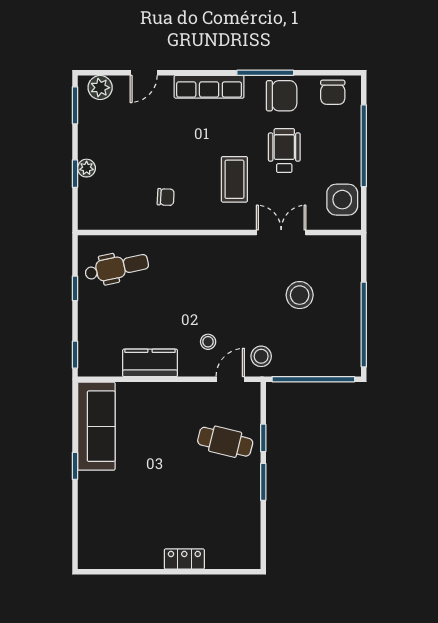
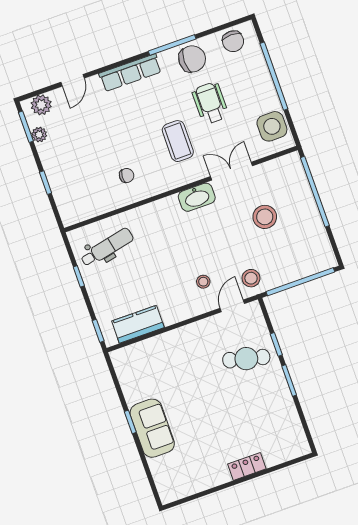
plant: (87, 168) -> (39, 135), moved
washbasin: (233, 248) -> (197, 197), added
window: (364, 324) -> (315, 192), moved
kitchen counter: (150, 363) -> (138, 324), moved
sofa: (96, 426) -> (152, 428), moved, width x0.73

